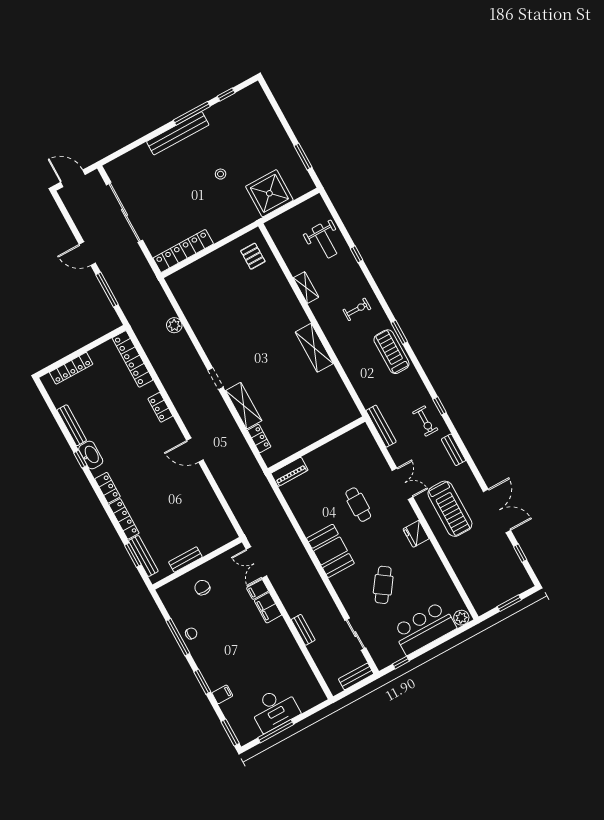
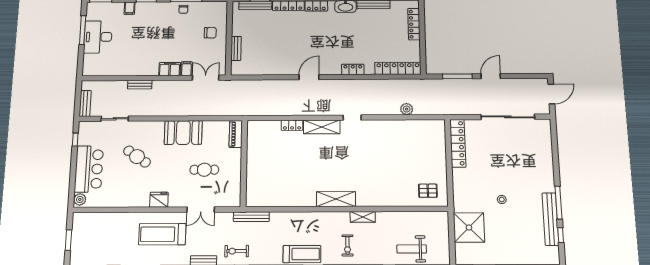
bench: (178, 133) -> (550, 219), moved
shelving: (306, 288) -> (363, 217), moved
wall: (317, 445) -> (244, 163), moved
piano: (289, 472) -> (236, 134), moved
bench: (185, 559) -> (236, 48), moved

